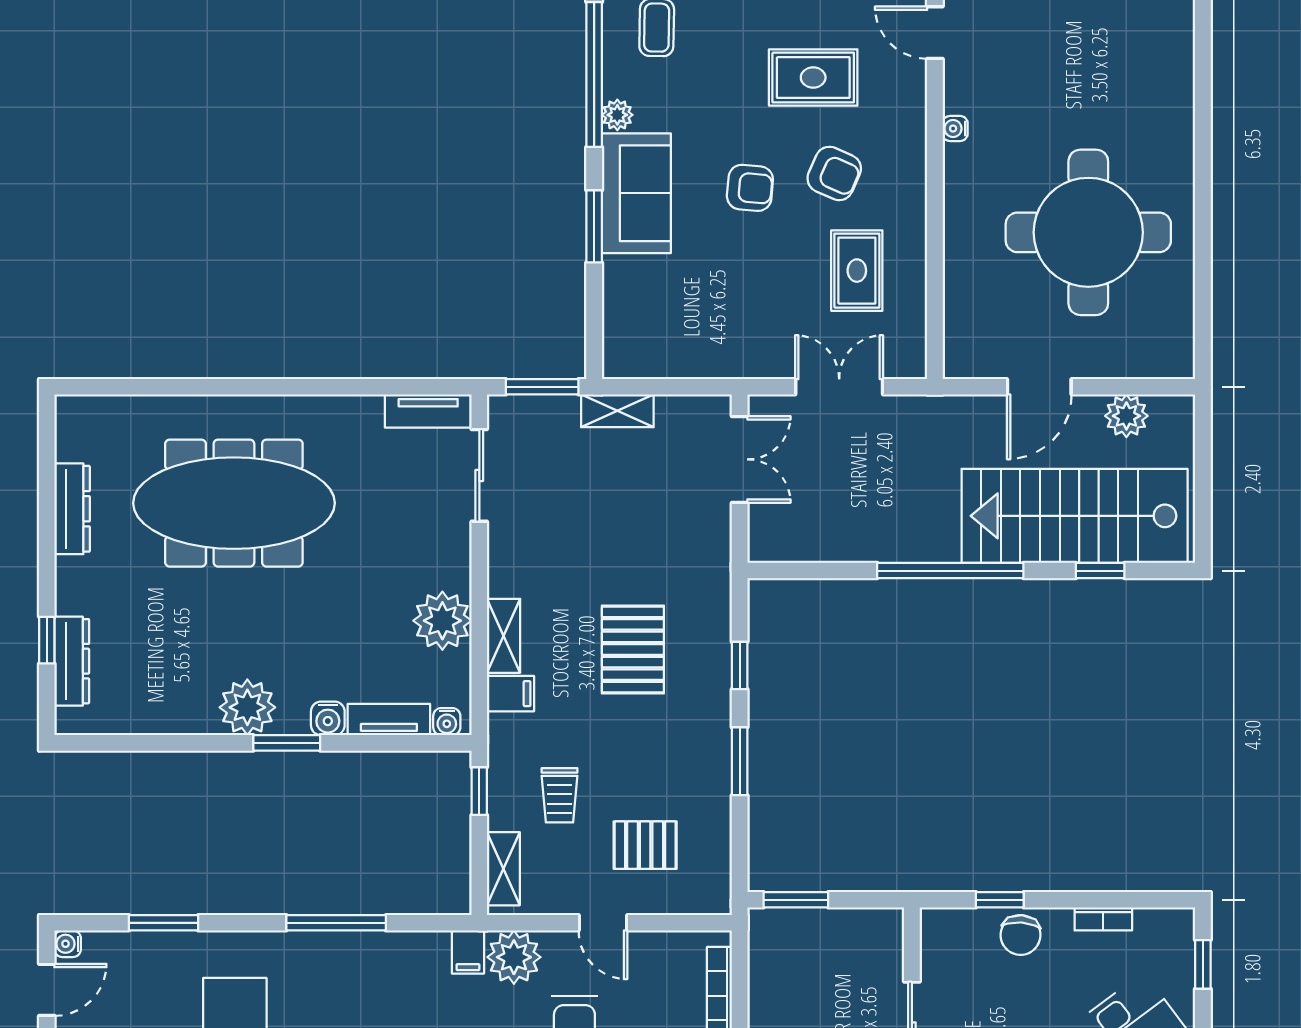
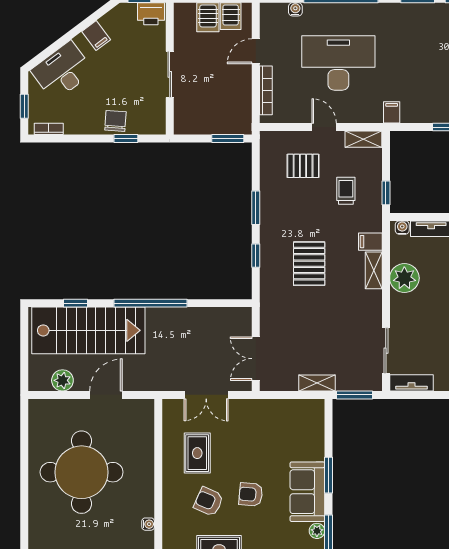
shelving: (503, 869) -> (363, 139), moved, turned 90
bookcase: (1103, 919) -> (49, 129), moved
plant: (514, 957) -> (369, 110), removed

